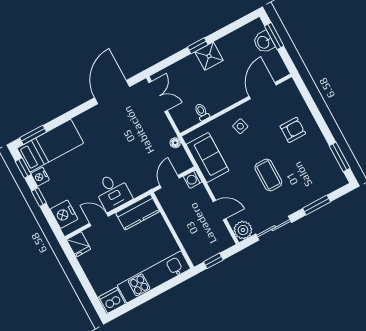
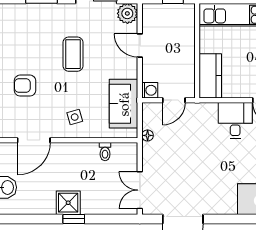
kitchen counter: (138, 212) -> (210, 76), moved, turned 90

